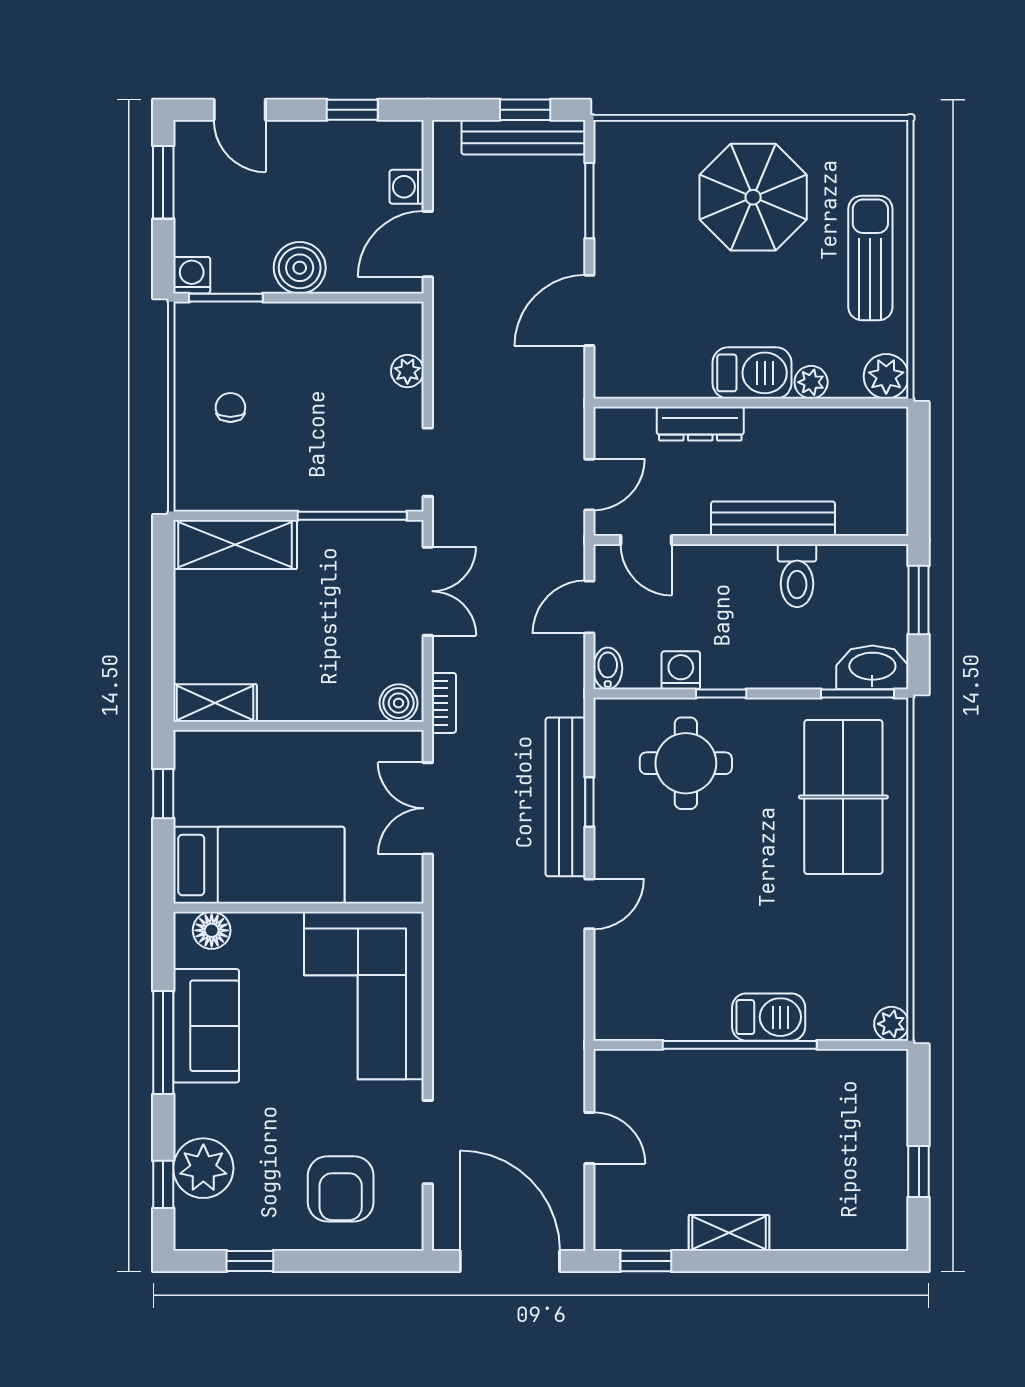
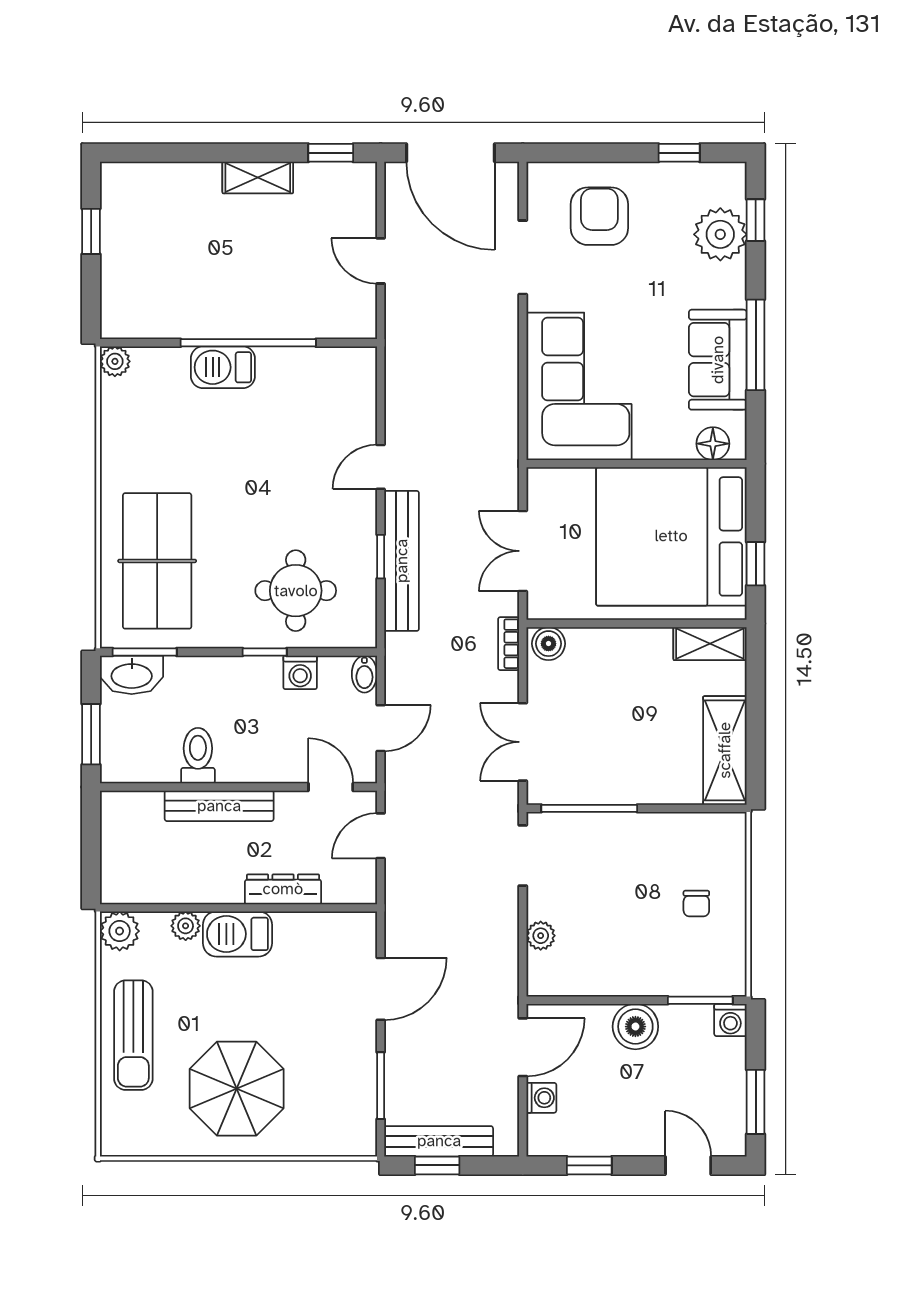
shelving: (235, 545) -> (725, 750), moved, turned 90
double door: (428, 808) -> (523, 551), swing flipped
bed: (259, 865) -> (671, 536), width x2.04

